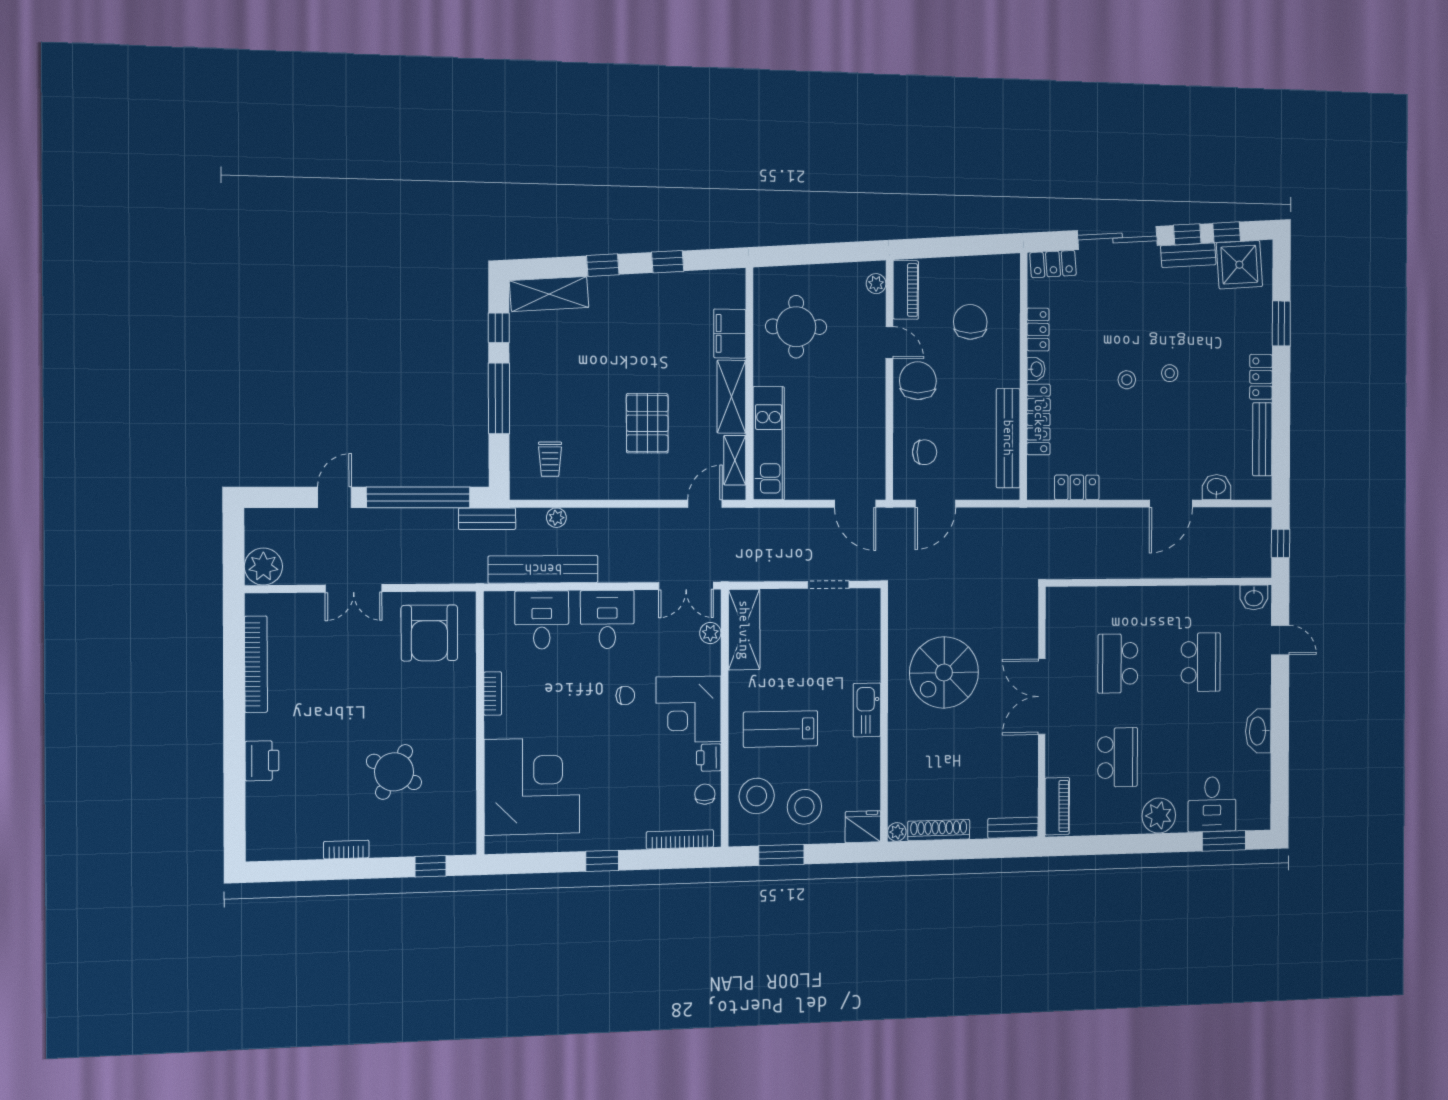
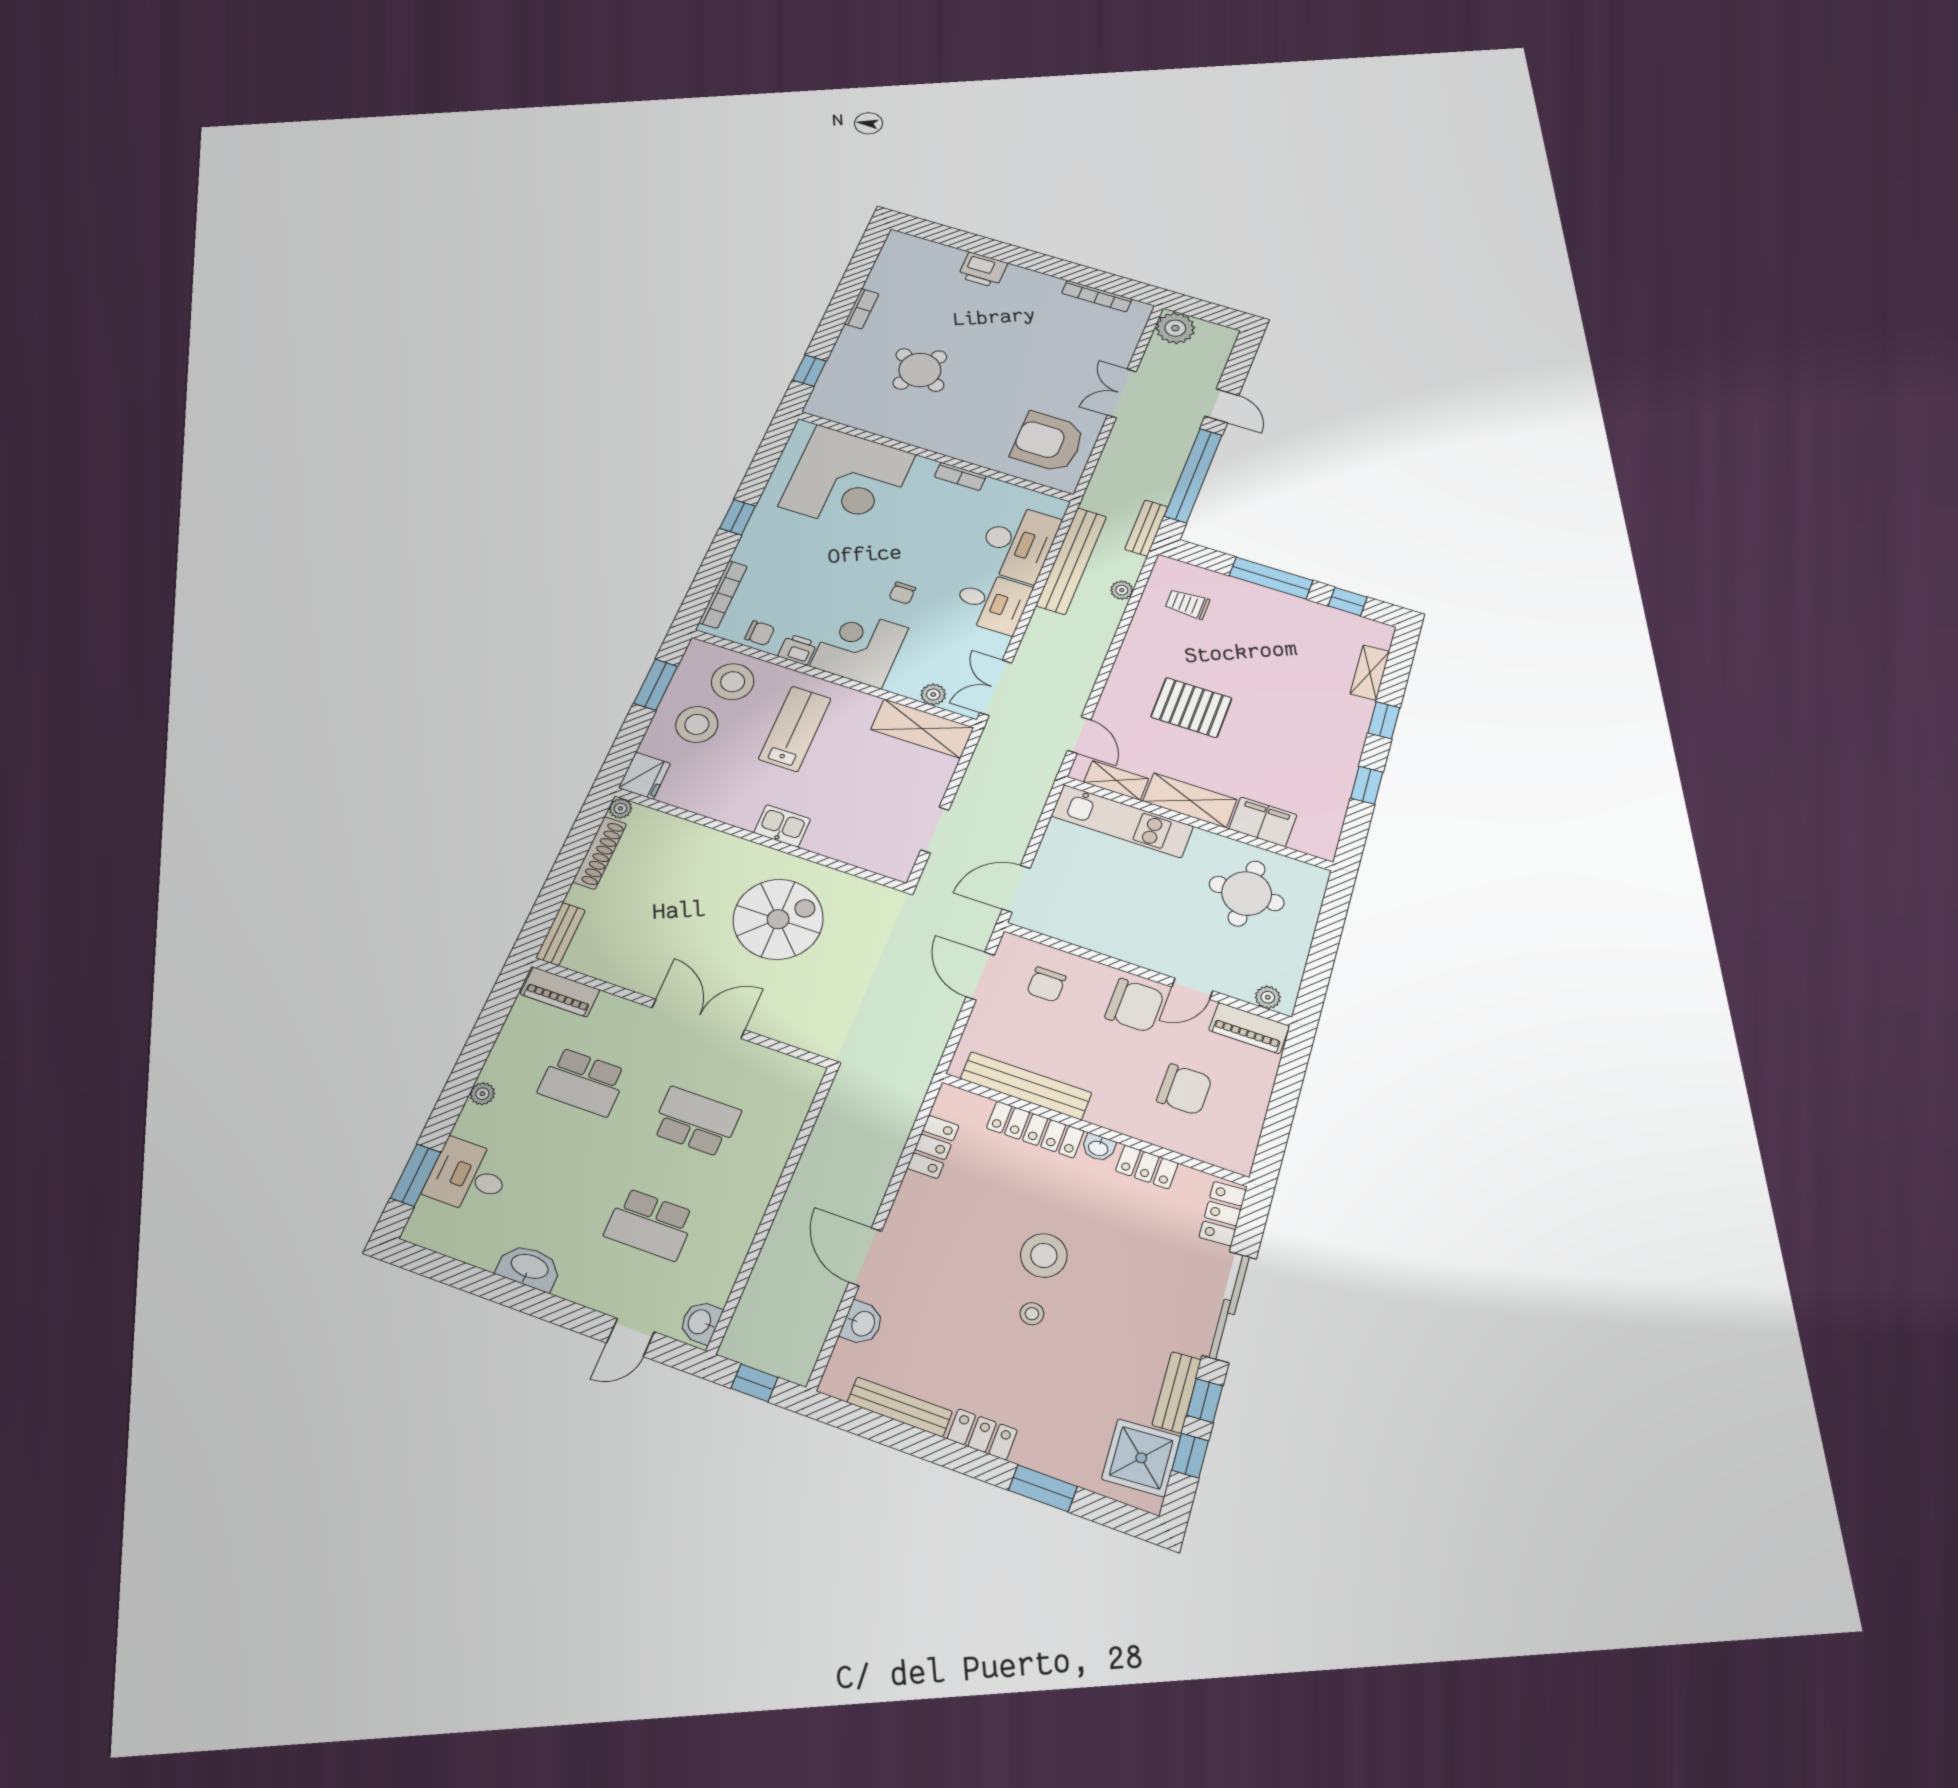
shelving: (549, 294) -> (1370, 673), width x0.67, depth x0.75
stool: (1127, 380) -> (1044, 1255), width x1.89, depth x1.89
desk: (542, 620) -> (1018, 543), width x1.37
bookcase: (256, 664) -> (1097, 296), width x0.68, depth x0.76
spiral stairs: (944, 672) -> (778, 919), turned 90
kitchen sink: (867, 710) -> (782, 826), width x0.73
plant: (1159, 816) -> (482, 1094), width x0.53, depth x0.53

